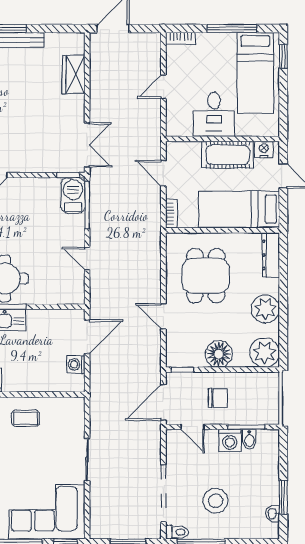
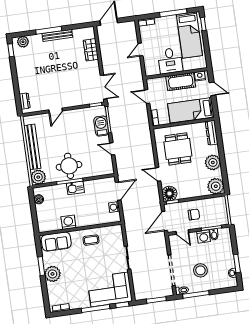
barbecue: (73, 195) -> (101, 126), moved
floor lamp: (219, 354) -> (169, 194), moved

